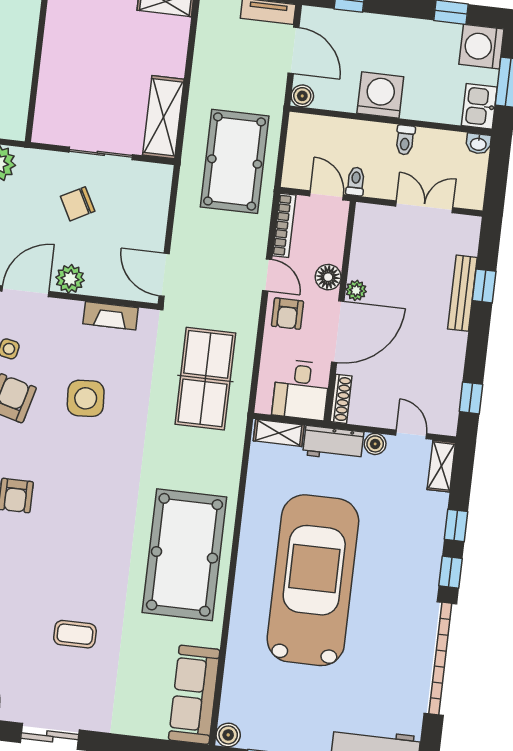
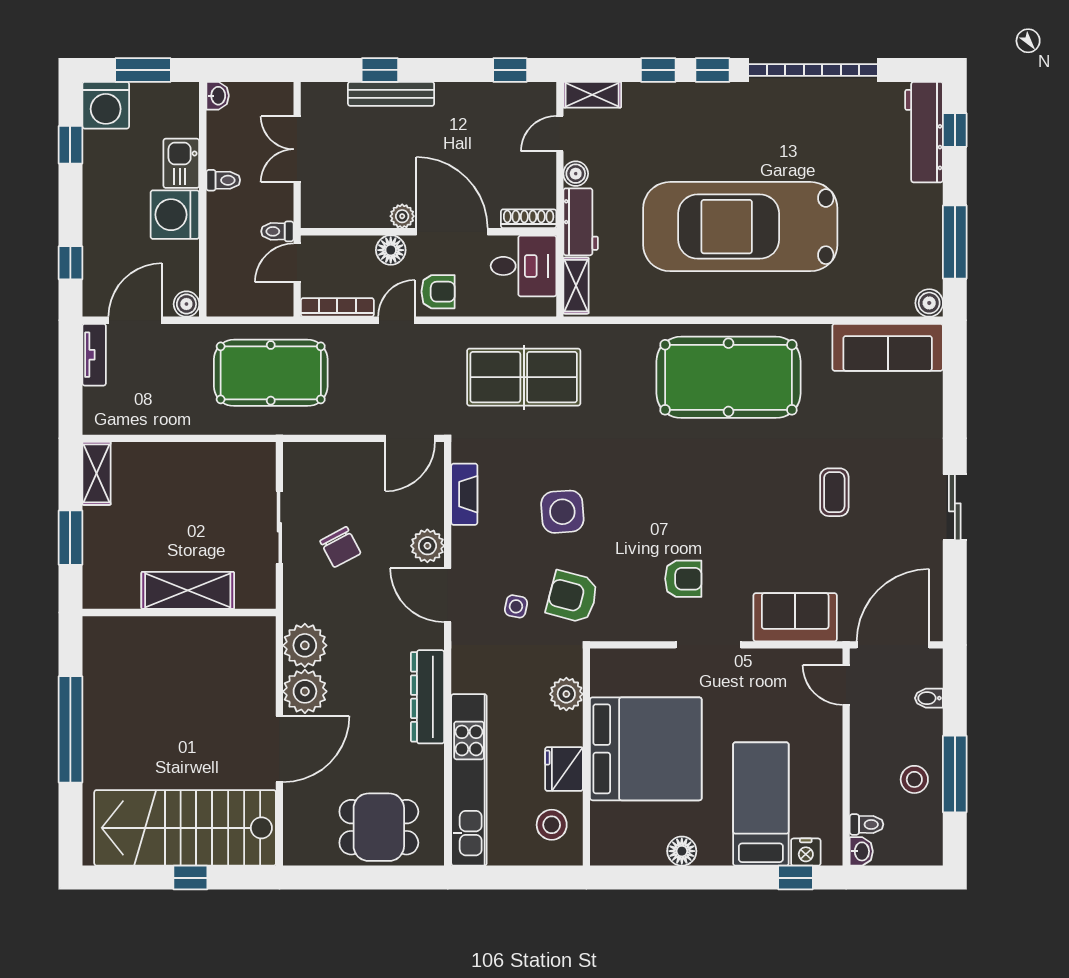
kitchen sink: (479, 106) -> (181, 163), moved, turned 90
shelving: (163, 117) -> (188, 590), moved

